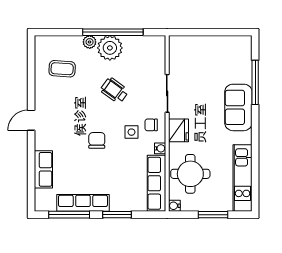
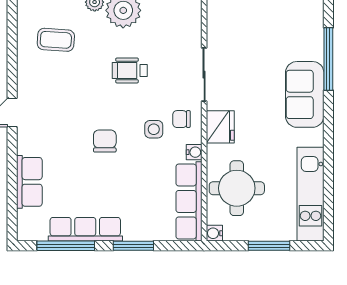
wheelchair: (115, 90) -> (130, 70), turned -36

